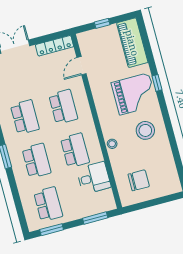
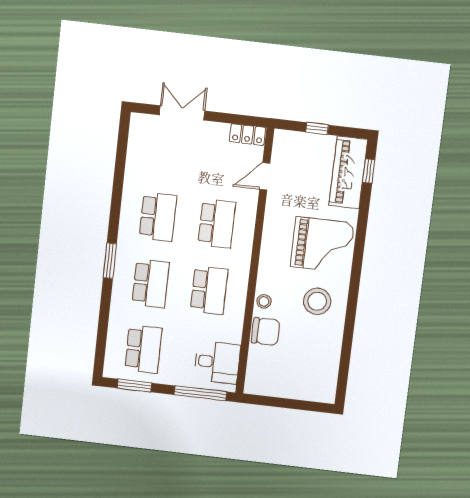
locker: (54, 46) -> (248, 135), width x0.66
window: (157, 83) -> (369, 171), moved
desk: (94, 178) -> (217, 362), moved
chair: (139, 180) -> (266, 331), moved
window: (95, 218) -> (200, 393), width x1.44

